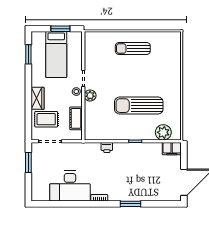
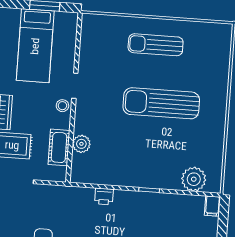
plant: (90, 96) -> (81, 144), moved
sun lounger: (139, 106) -> (161, 103), moved
filing cabinet: (172, 149) -> (212, 206), width x0.50

